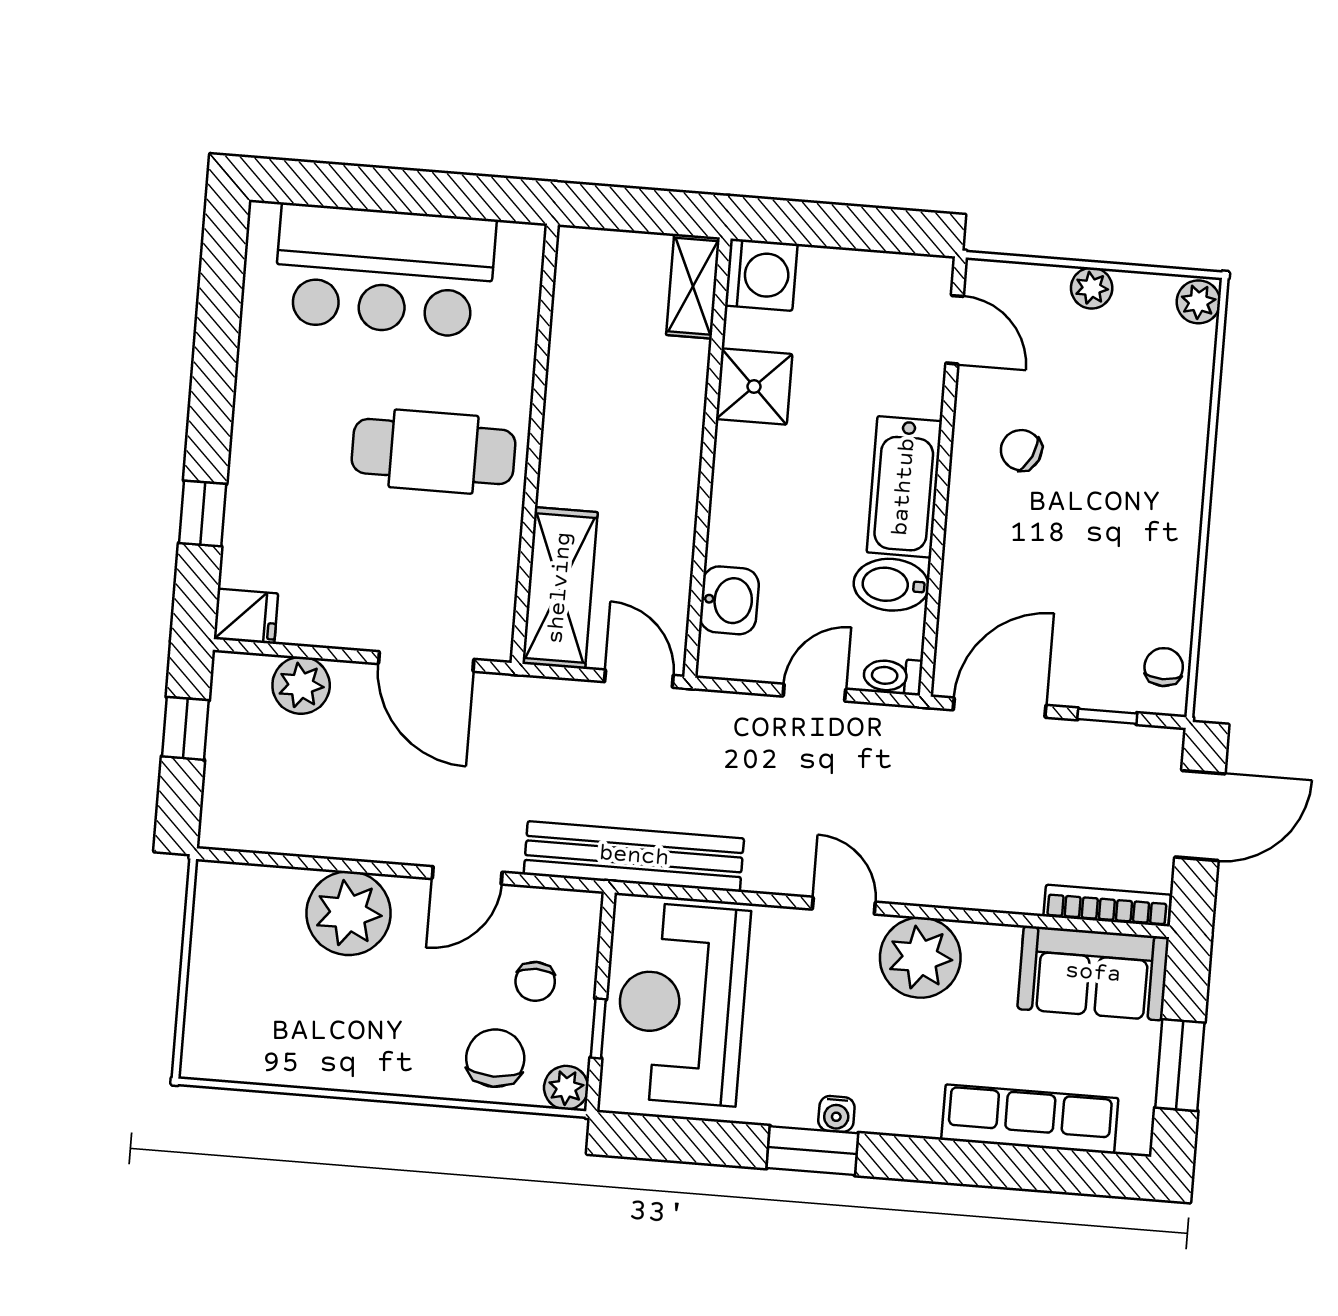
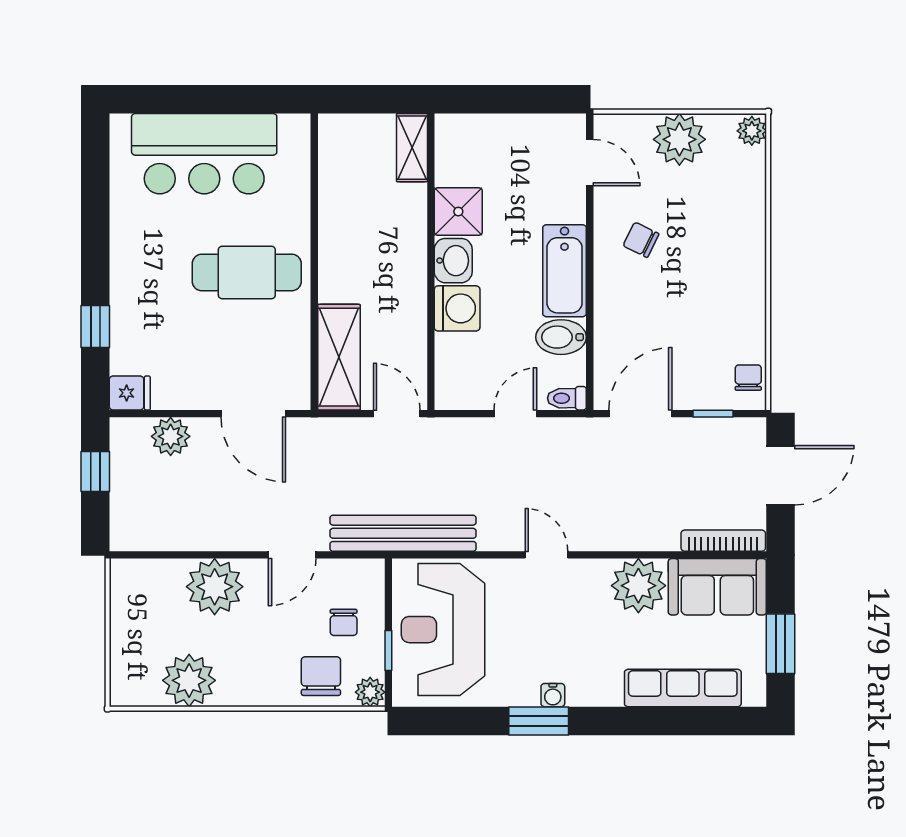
washing machine: (761, 275) -> (457, 308), moved
plant: (1092, 288) -> (679, 139), width x1.87, depth x1.87
washbasin: (729, 600) -> (453, 261), moved
plant: (920, 958) -> (638, 586), moved
plant: (299, 1049) -> (189, 680), added

